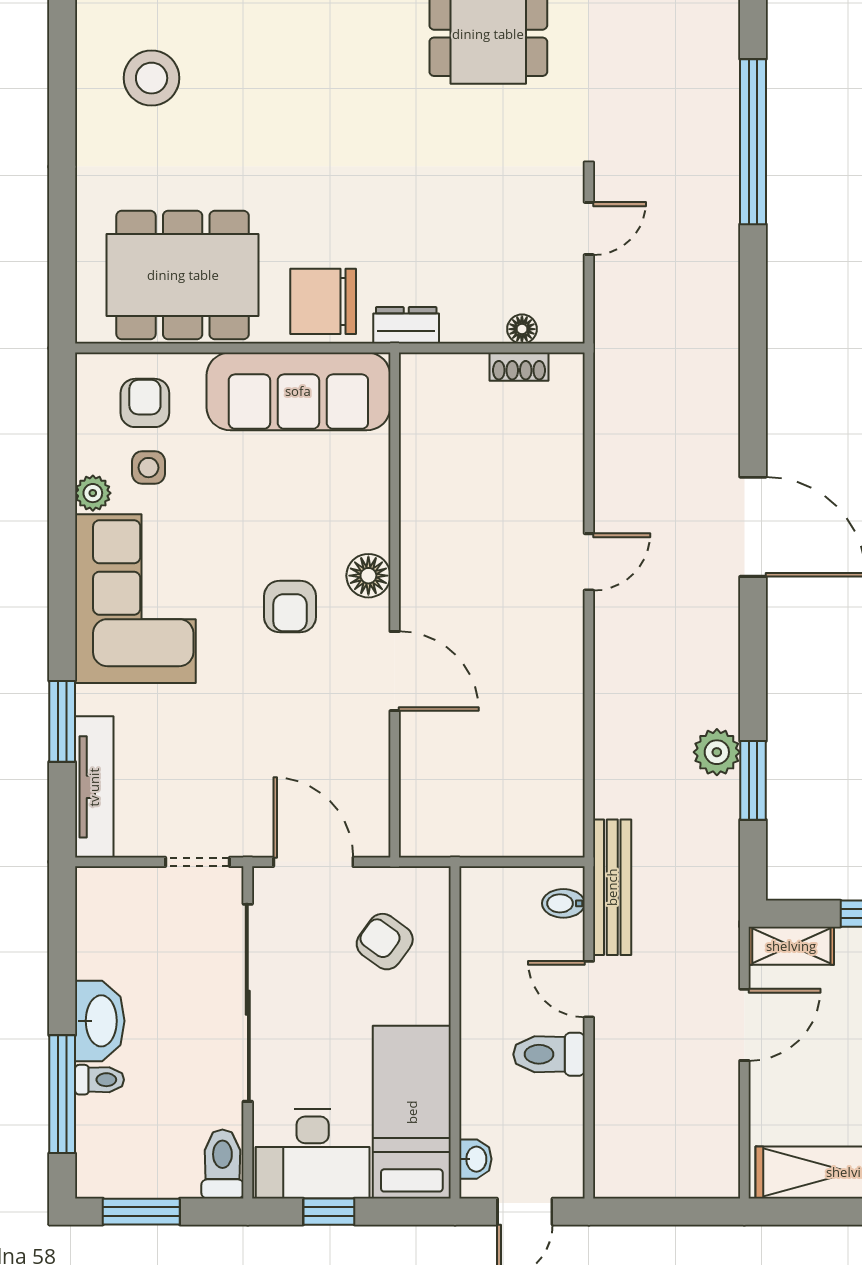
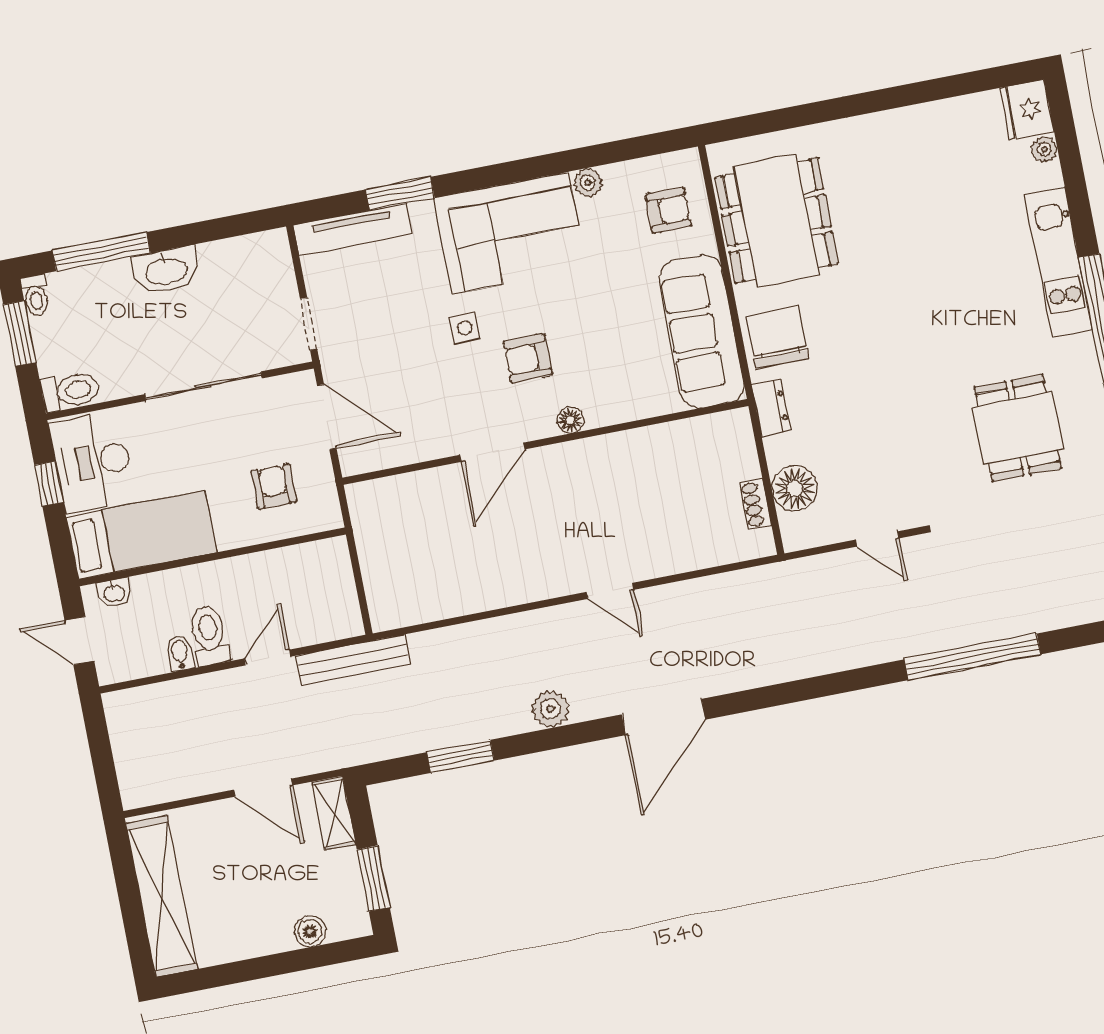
stool: (152, 78) -> (930, 165), removed
floor lamp: (522, 329) -> (795, 489), width x1.89, depth x1.89
side table: (149, 468) -> (465, 328), moved
floor lamp: (368, 576) -> (570, 420), width x0.73, depth x0.73
plant: (717, 752) -> (550, 709), moved
door: (313, 862) -> (327, 417), hinge flipped
bidet: (563, 903) -> (180, 653), moved
armchair: (385, 942) -> (274, 486), turned -36
sliding door: (248, 1003) -> (204, 386), width x0.73
toilet: (99, 1080) -> (36, 296), moved

